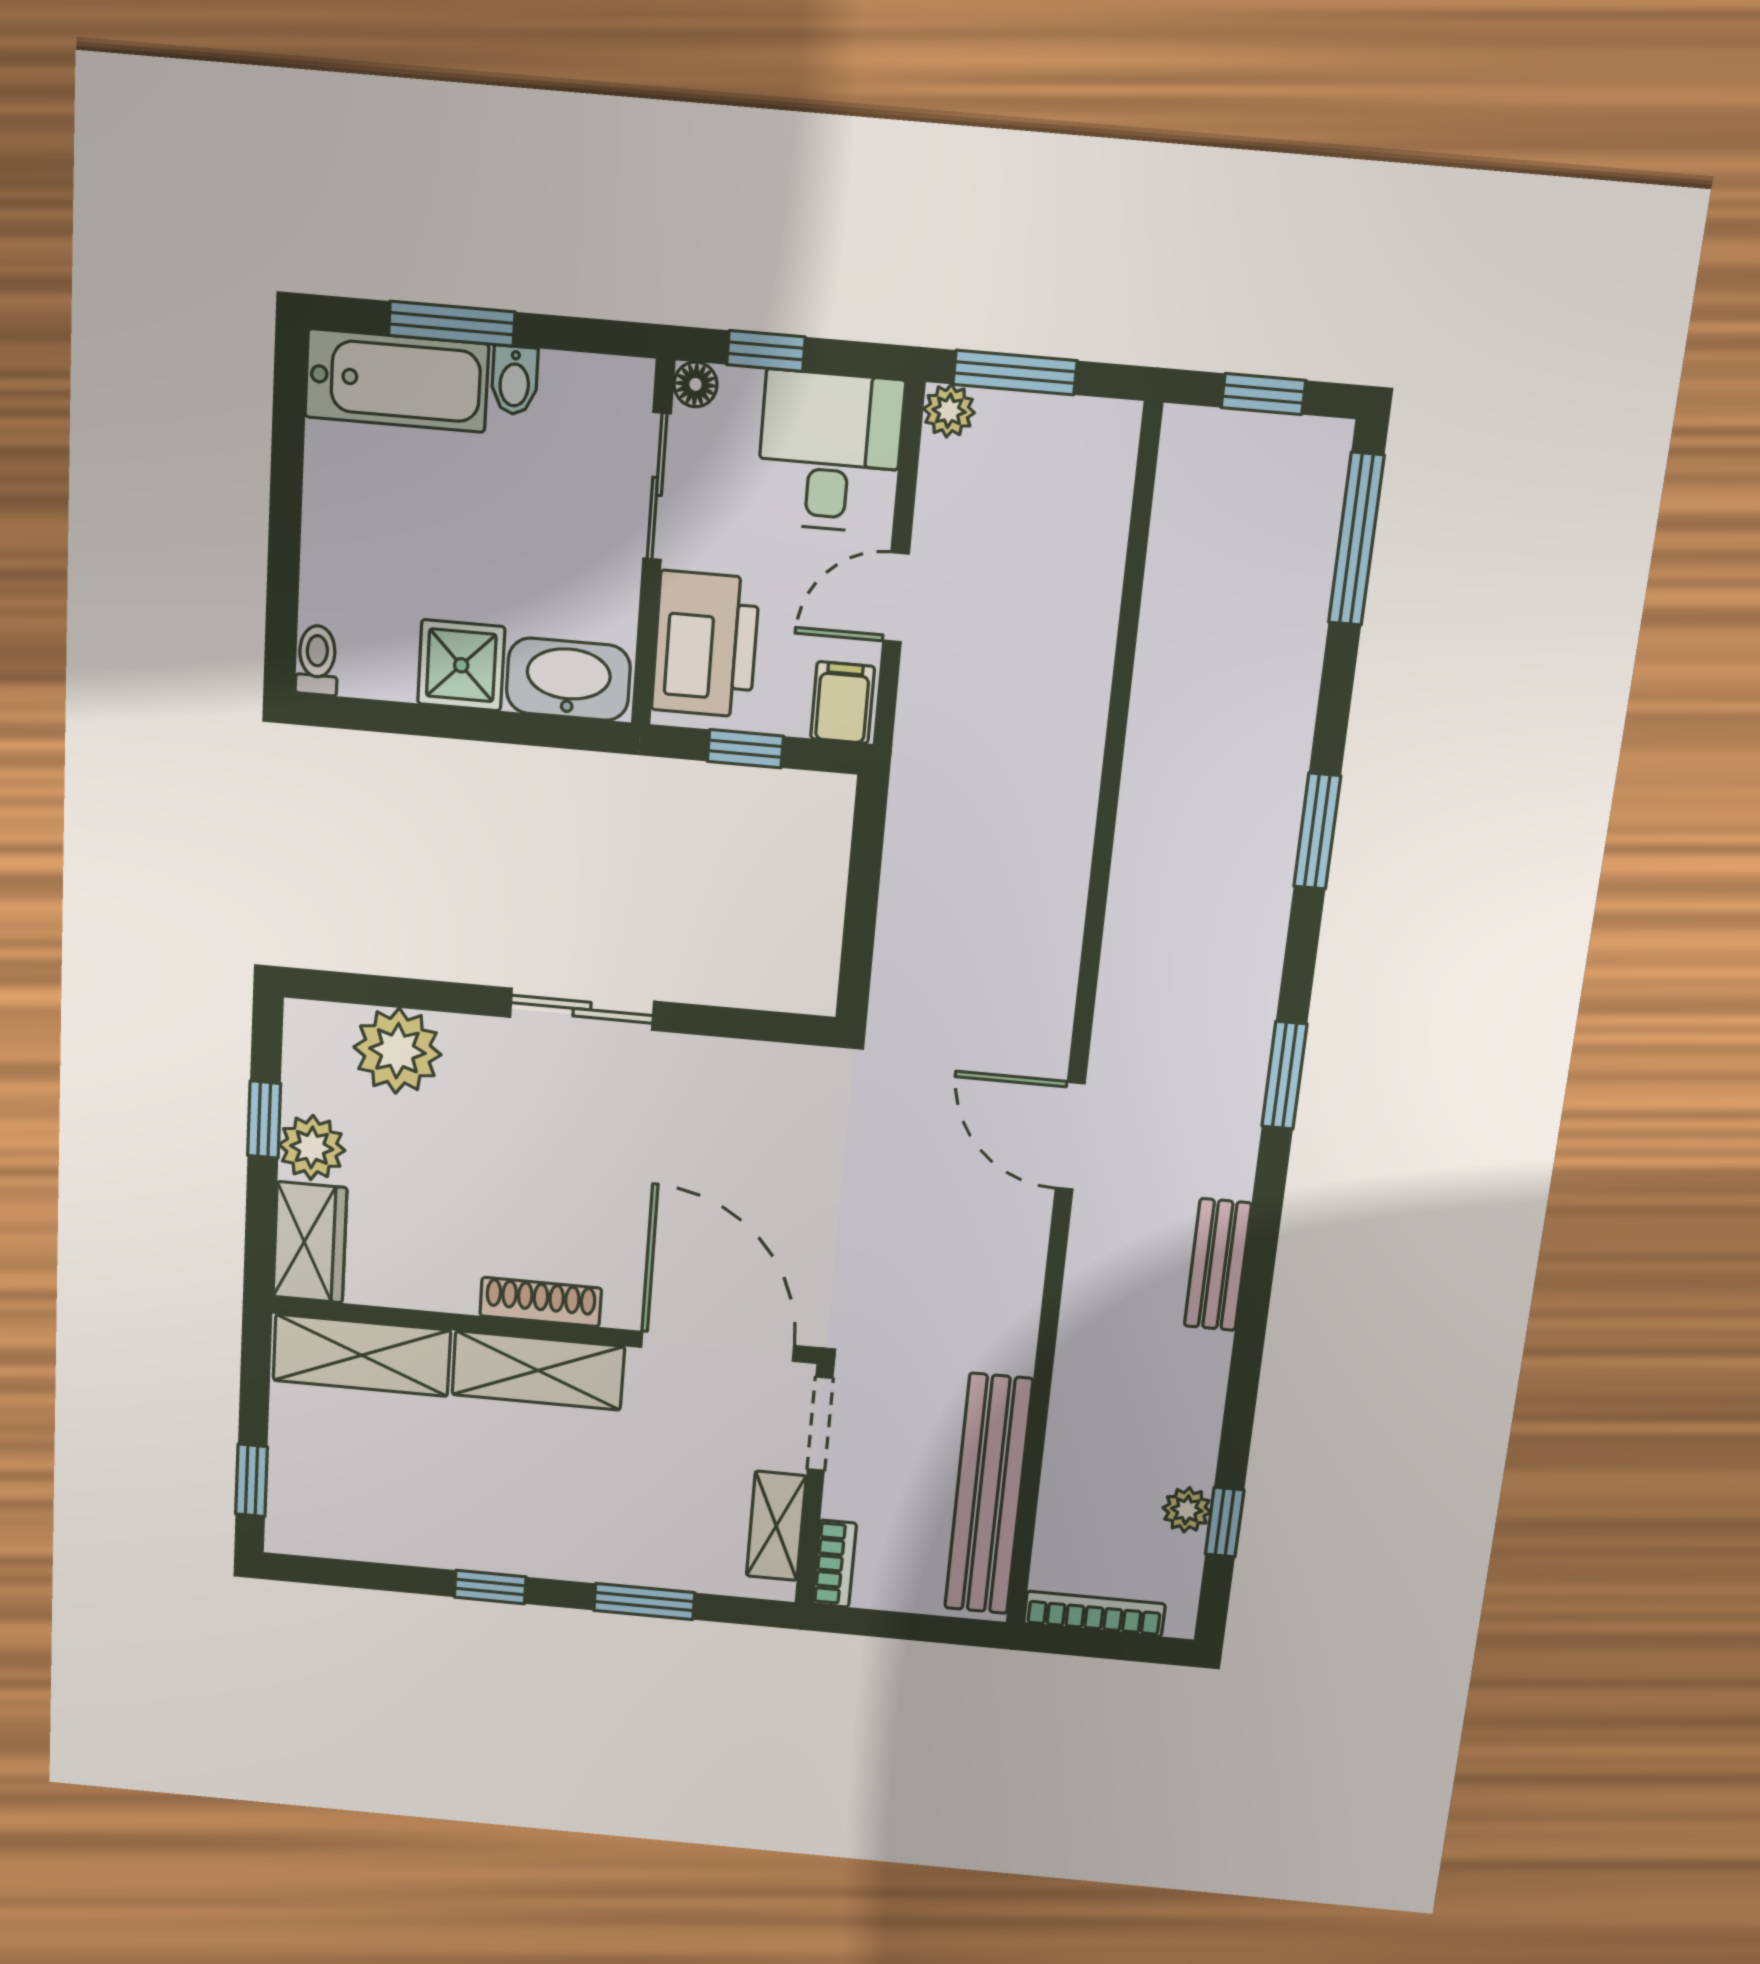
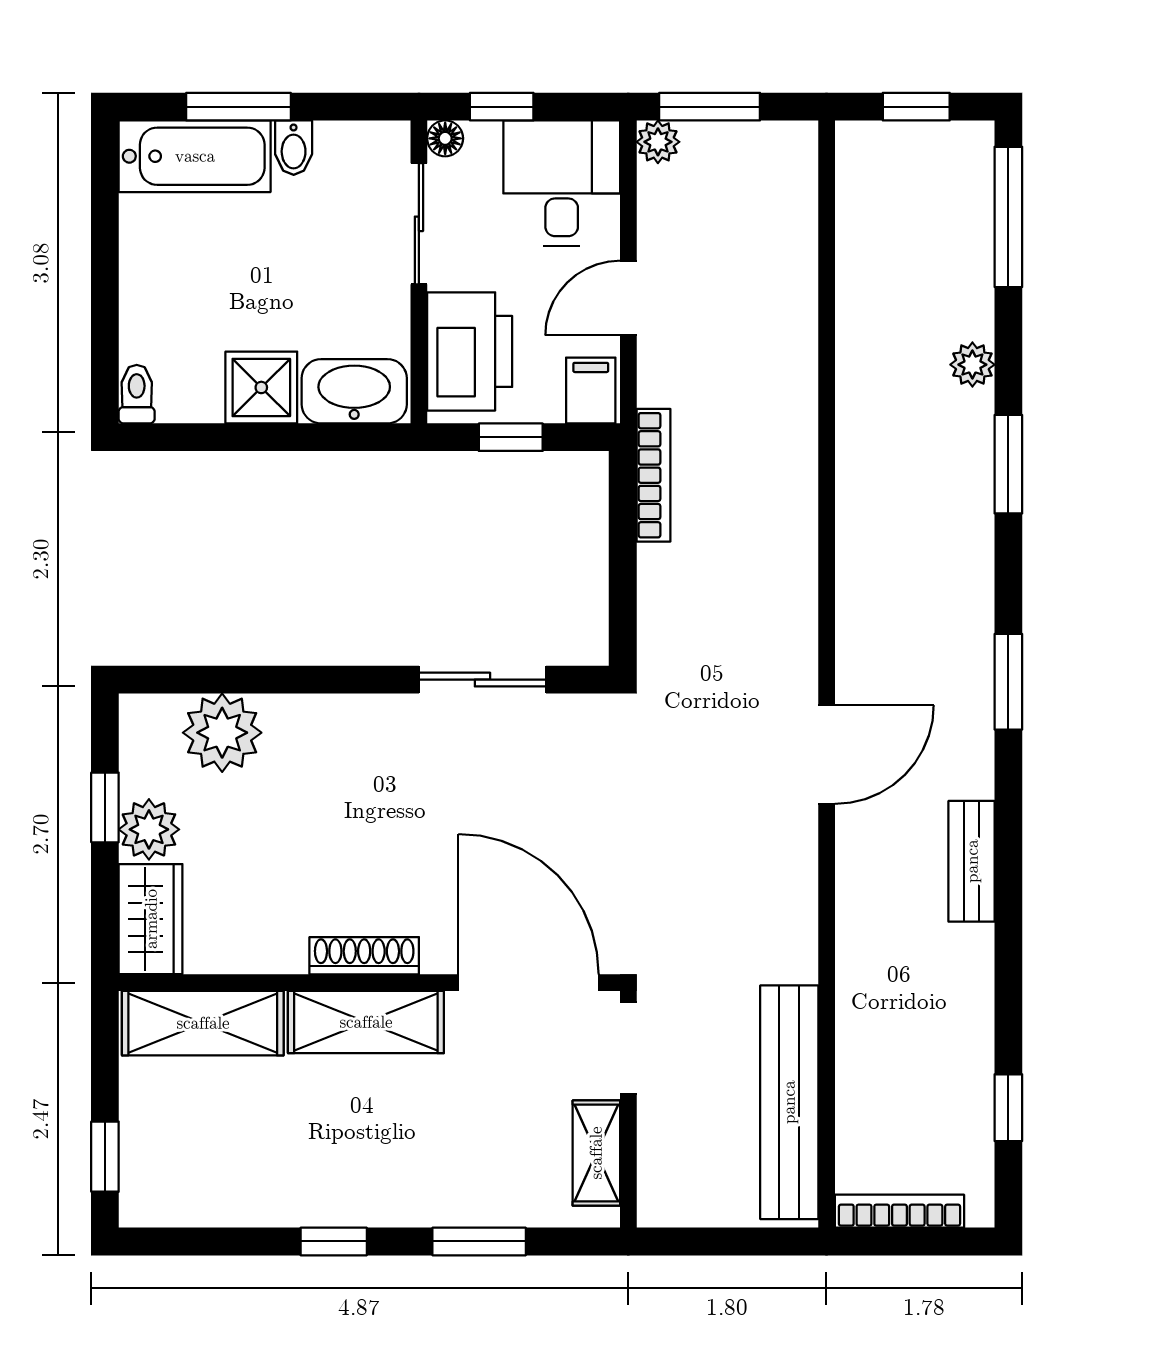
sliding door: (582, 1009) -> (482, 680), moved
door: (1070, 1136) -> (827, 754), swing flipped
plant: (1187, 1510) -> (972, 365), moved
bookcase: (834, 1564) -> (654, 475), moved, width x1.56

